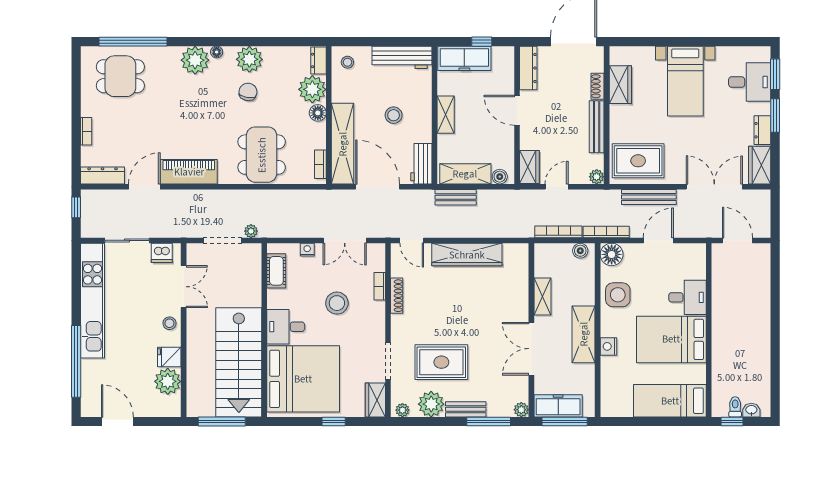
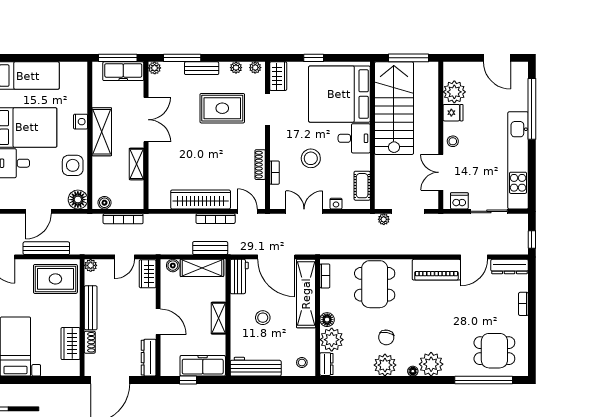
bookcase: (606, 232) -> (216, 219), moved
plant: (431, 404) -> (236, 68), width x0.53, depth x0.53

